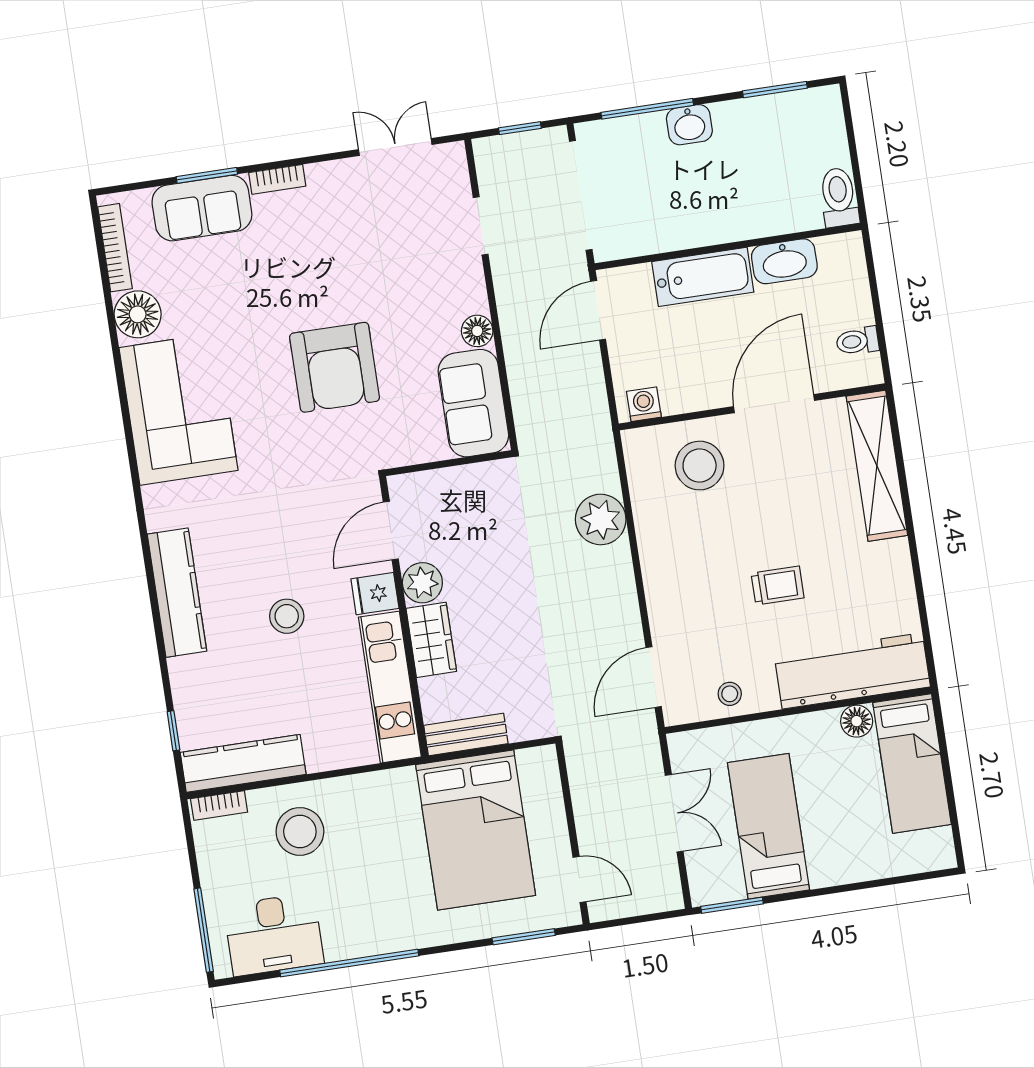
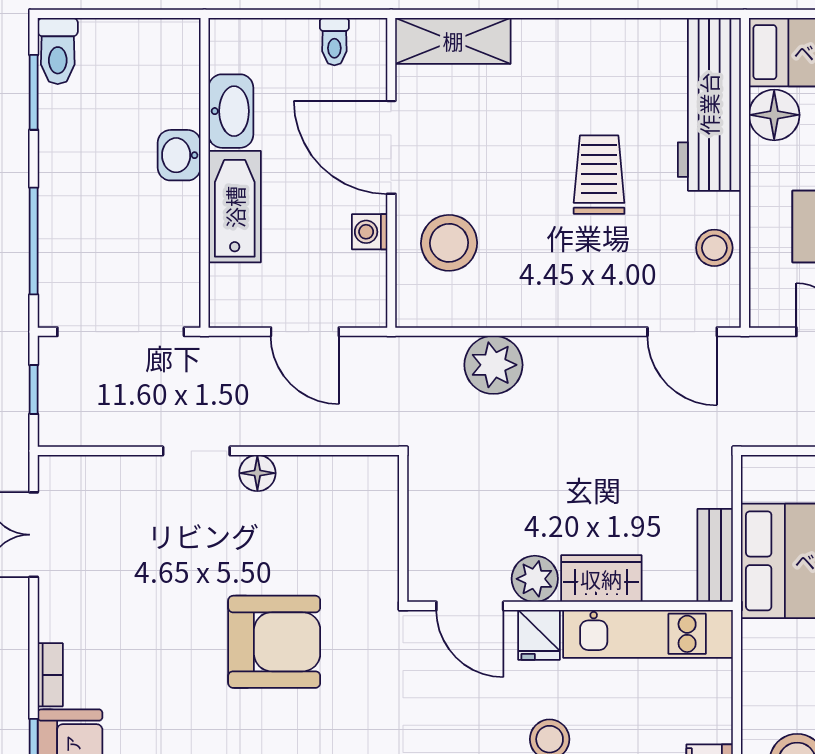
washbasin: (689, 125) -> (179, 155), moved, turned 180
toilet: (839, 197) -> (58, 51), moved, turned -90
doorway: (481, 226) -> (196, 451), moved
door: (598, 310) -> (305, 332), moved
sofa: (473, 403) -> (339, 490), removed
washing machine: (644, 404) -> (370, 232), moved
shelving: (877, 466) -> (453, 41), width x0.68
trolley: (778, 585) -> (599, 175), width x1.36, depth x1.39
stool: (730, 694) -> (714, 248), width x1.37, depth x1.37
floor lamp: (857, 721) -> (774, 115), width x1.38, depth x1.38

